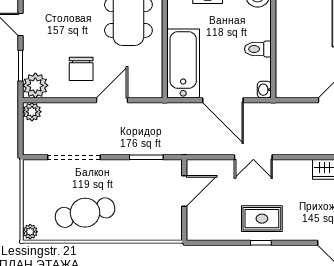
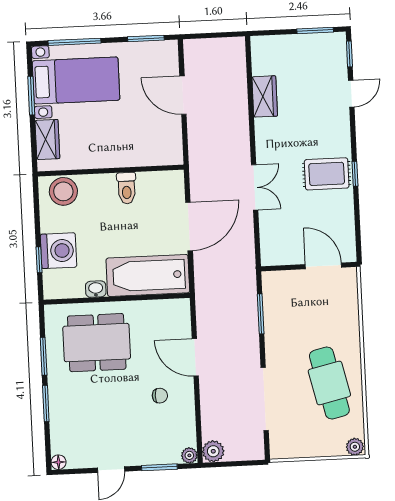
chair: (81, 69) -> (160, 396), width x0.54, depth x0.54
plant: (35, 85) -> (189, 455), width x0.53, depth x0.53
washbasin: (264, 90) -> (96, 289), moved, turned 180
door: (184, 191) -> (323, 266), moved
rug: (262, 219) -> (327, 174), turned 90

